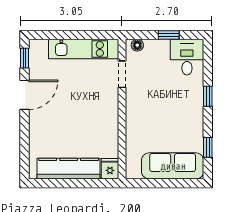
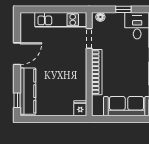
window: (24, 58) -> (17, 100), moved
bookcase: (132, 120) -> (97, 72), added
kitchen counter: (69, 169) -> (28, 91), moved, turned 90

